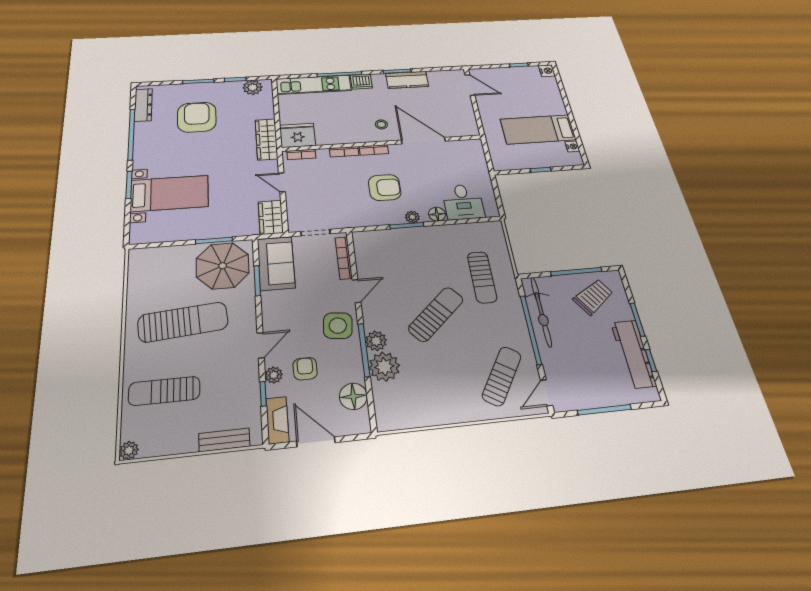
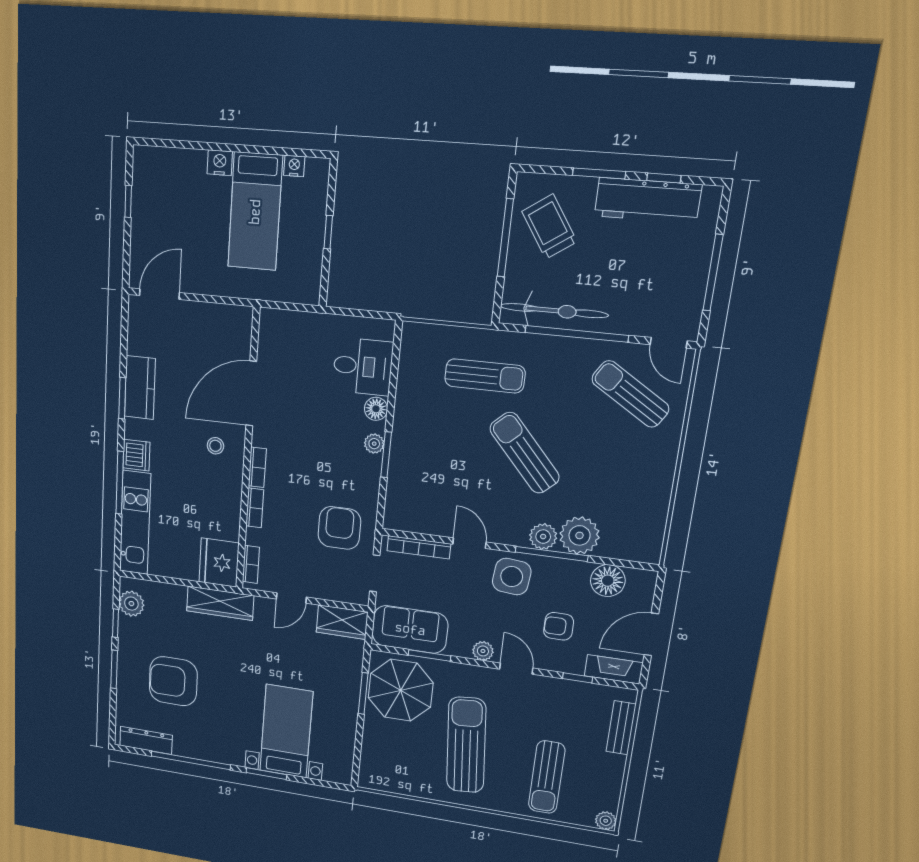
nightstand: (547, 71) -> (220, 163), moved
armchair: (385, 188) -> (339, 528), moved
plant: (274, 375) -> (483, 651), moved

